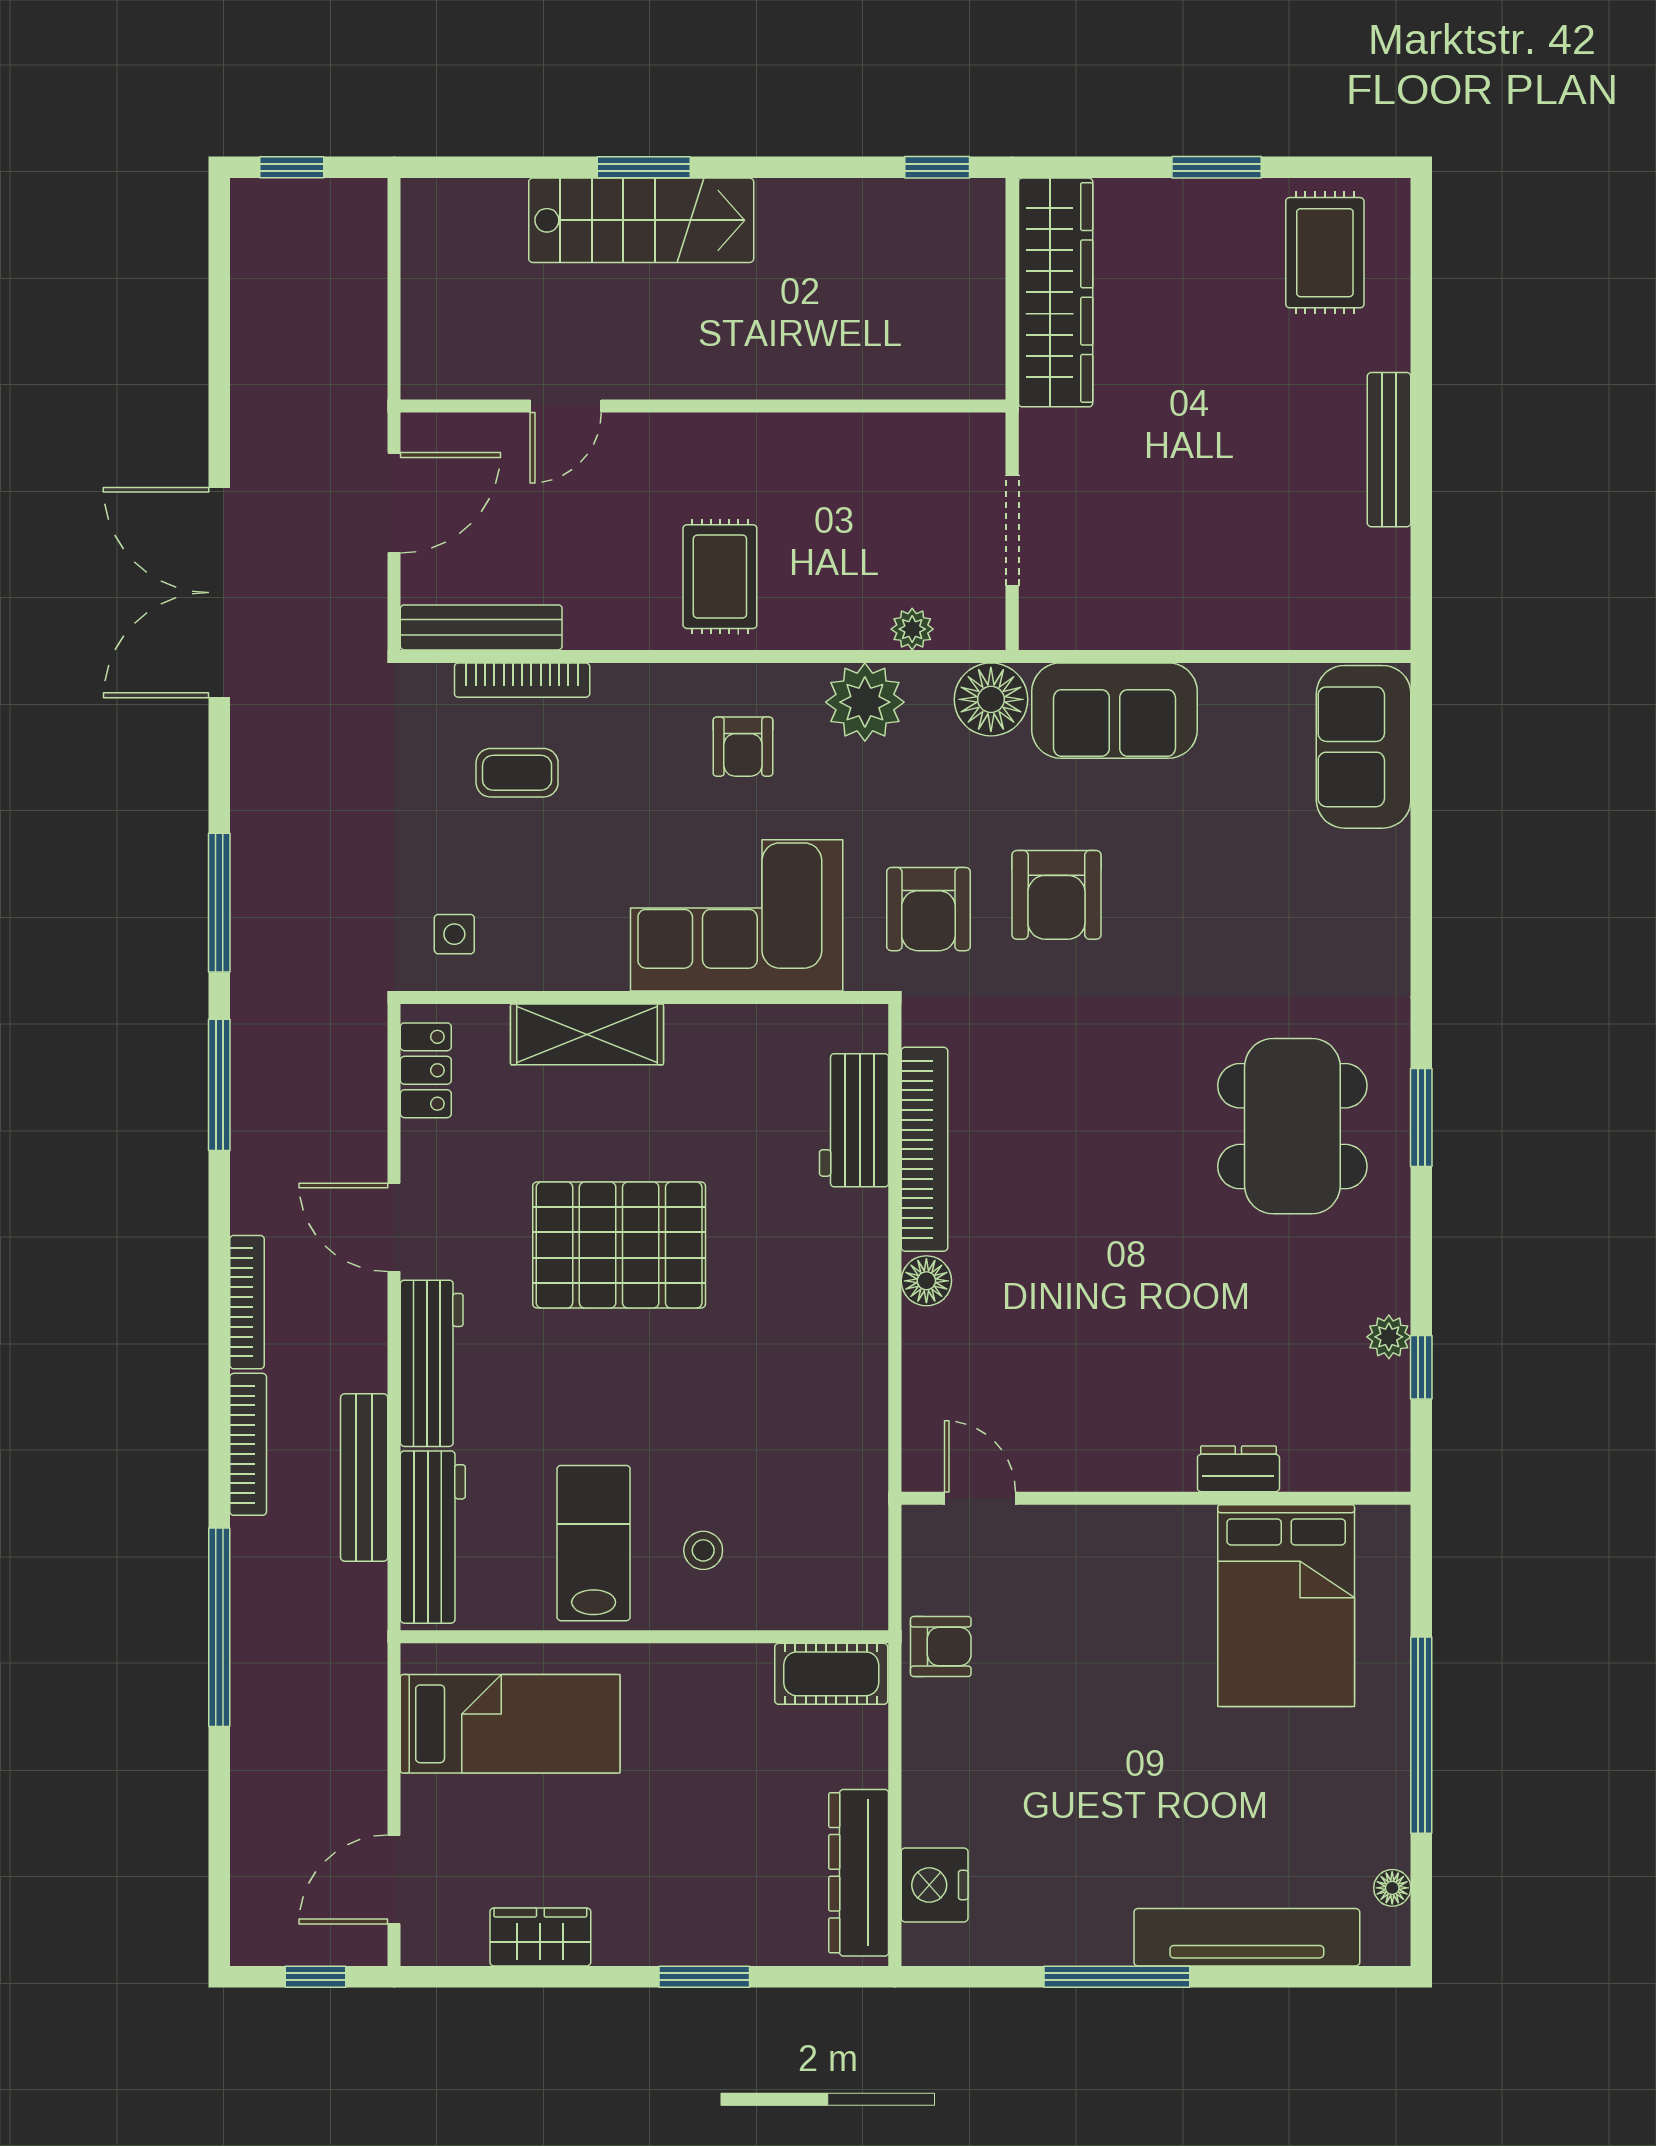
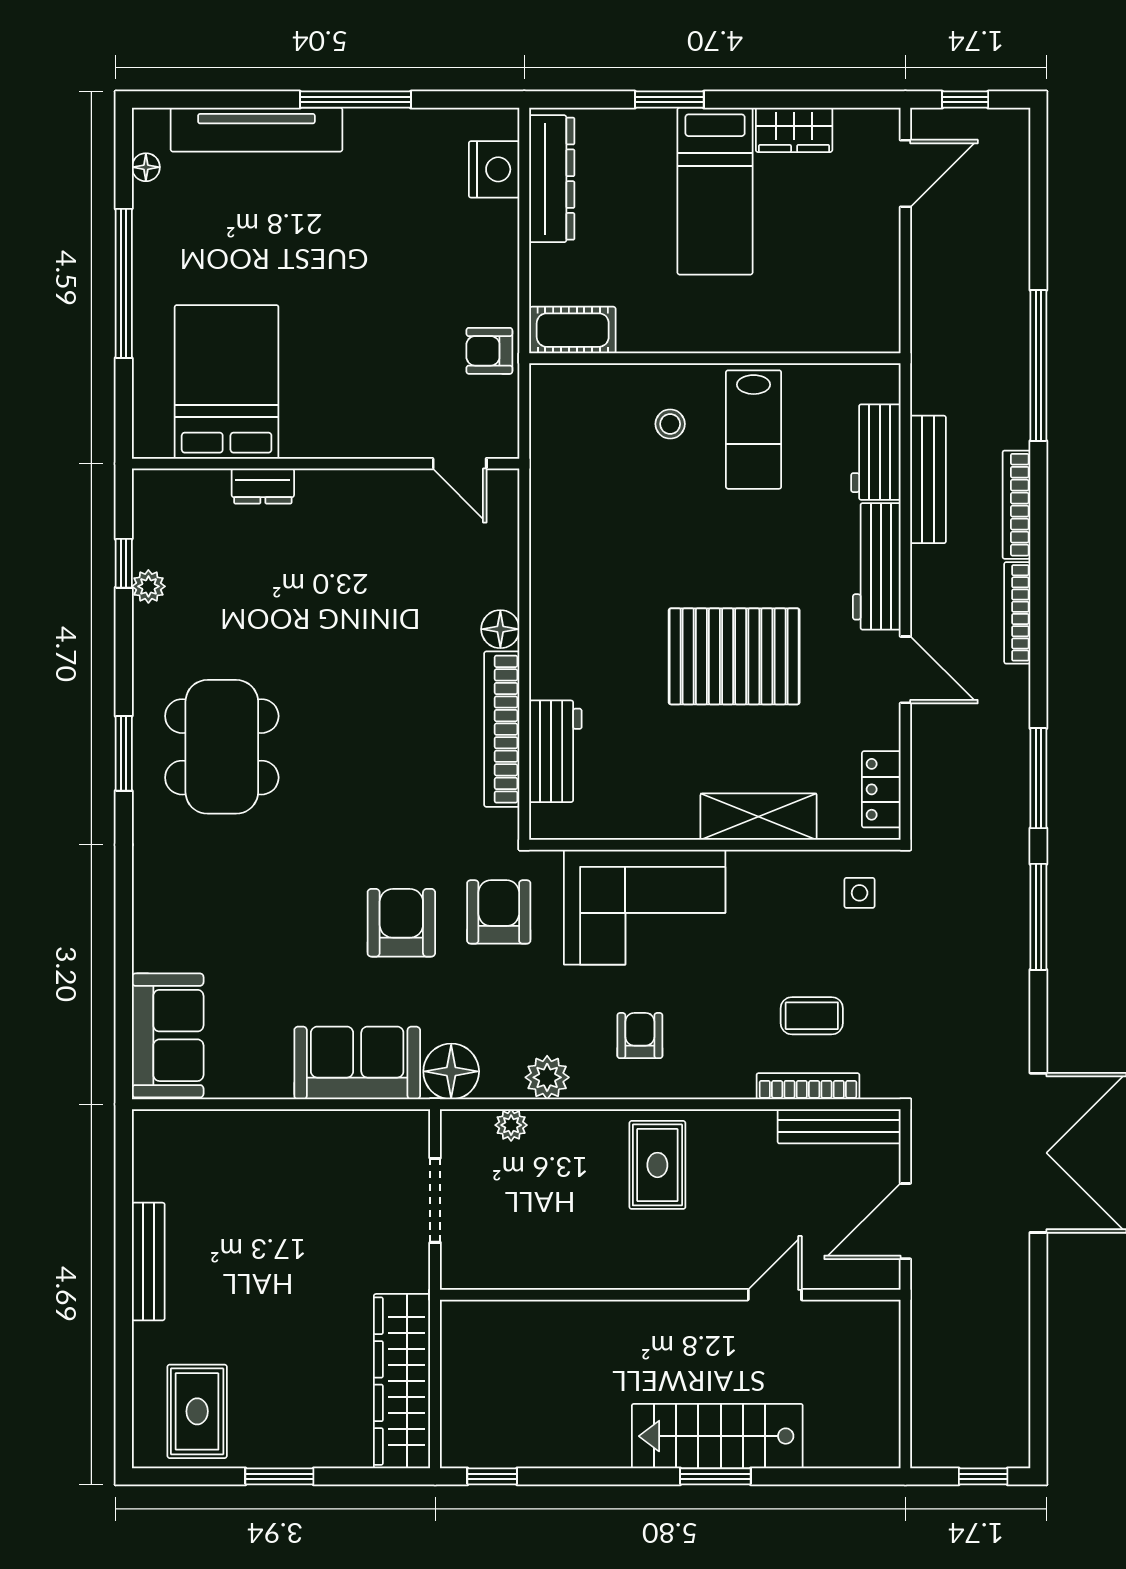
plant: (865, 702) -> (547, 1077), width x0.73, depth x0.73
workbench: (433, 1537) -> (876, 452), width x0.73
bed: (510, 1724) -> (715, 191), moved, turned -90

